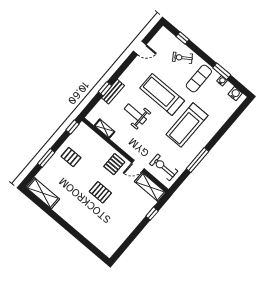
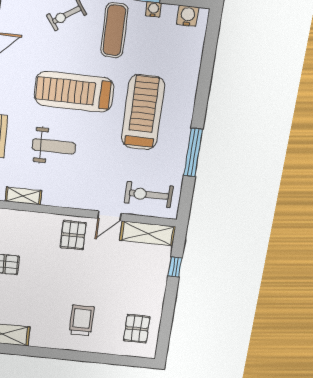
weight bench: (135, 114) -> (54, 146), turned 180
treadmill: (187, 125) -> (143, 112), turned 180
pallet: (100, 192) -> (137, 329), moved, turned 90
trolley: (87, 212) -> (82, 320), added

